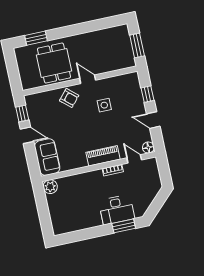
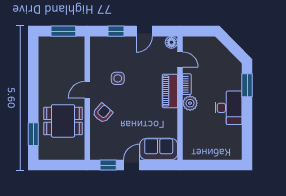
door: (134, 159) -> (180, 59), swing flipped
plant: (50, 187) -> (190, 103), moved
desk: (117, 210) -> (229, 108), moved

